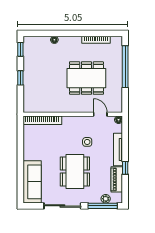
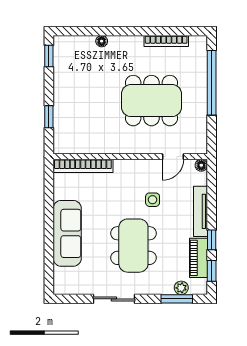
window: (20, 78) -> (49, 117), moved
door: (100, 114) -> (173, 157), swing flipped
sofa: (32, 182) -> (67, 233), moved
window: (125, 188) -> (212, 271), added
sliding door: (62, 206) -> (114, 299), width x0.73
window: (103, 206) -> (177, 299), width x0.69

